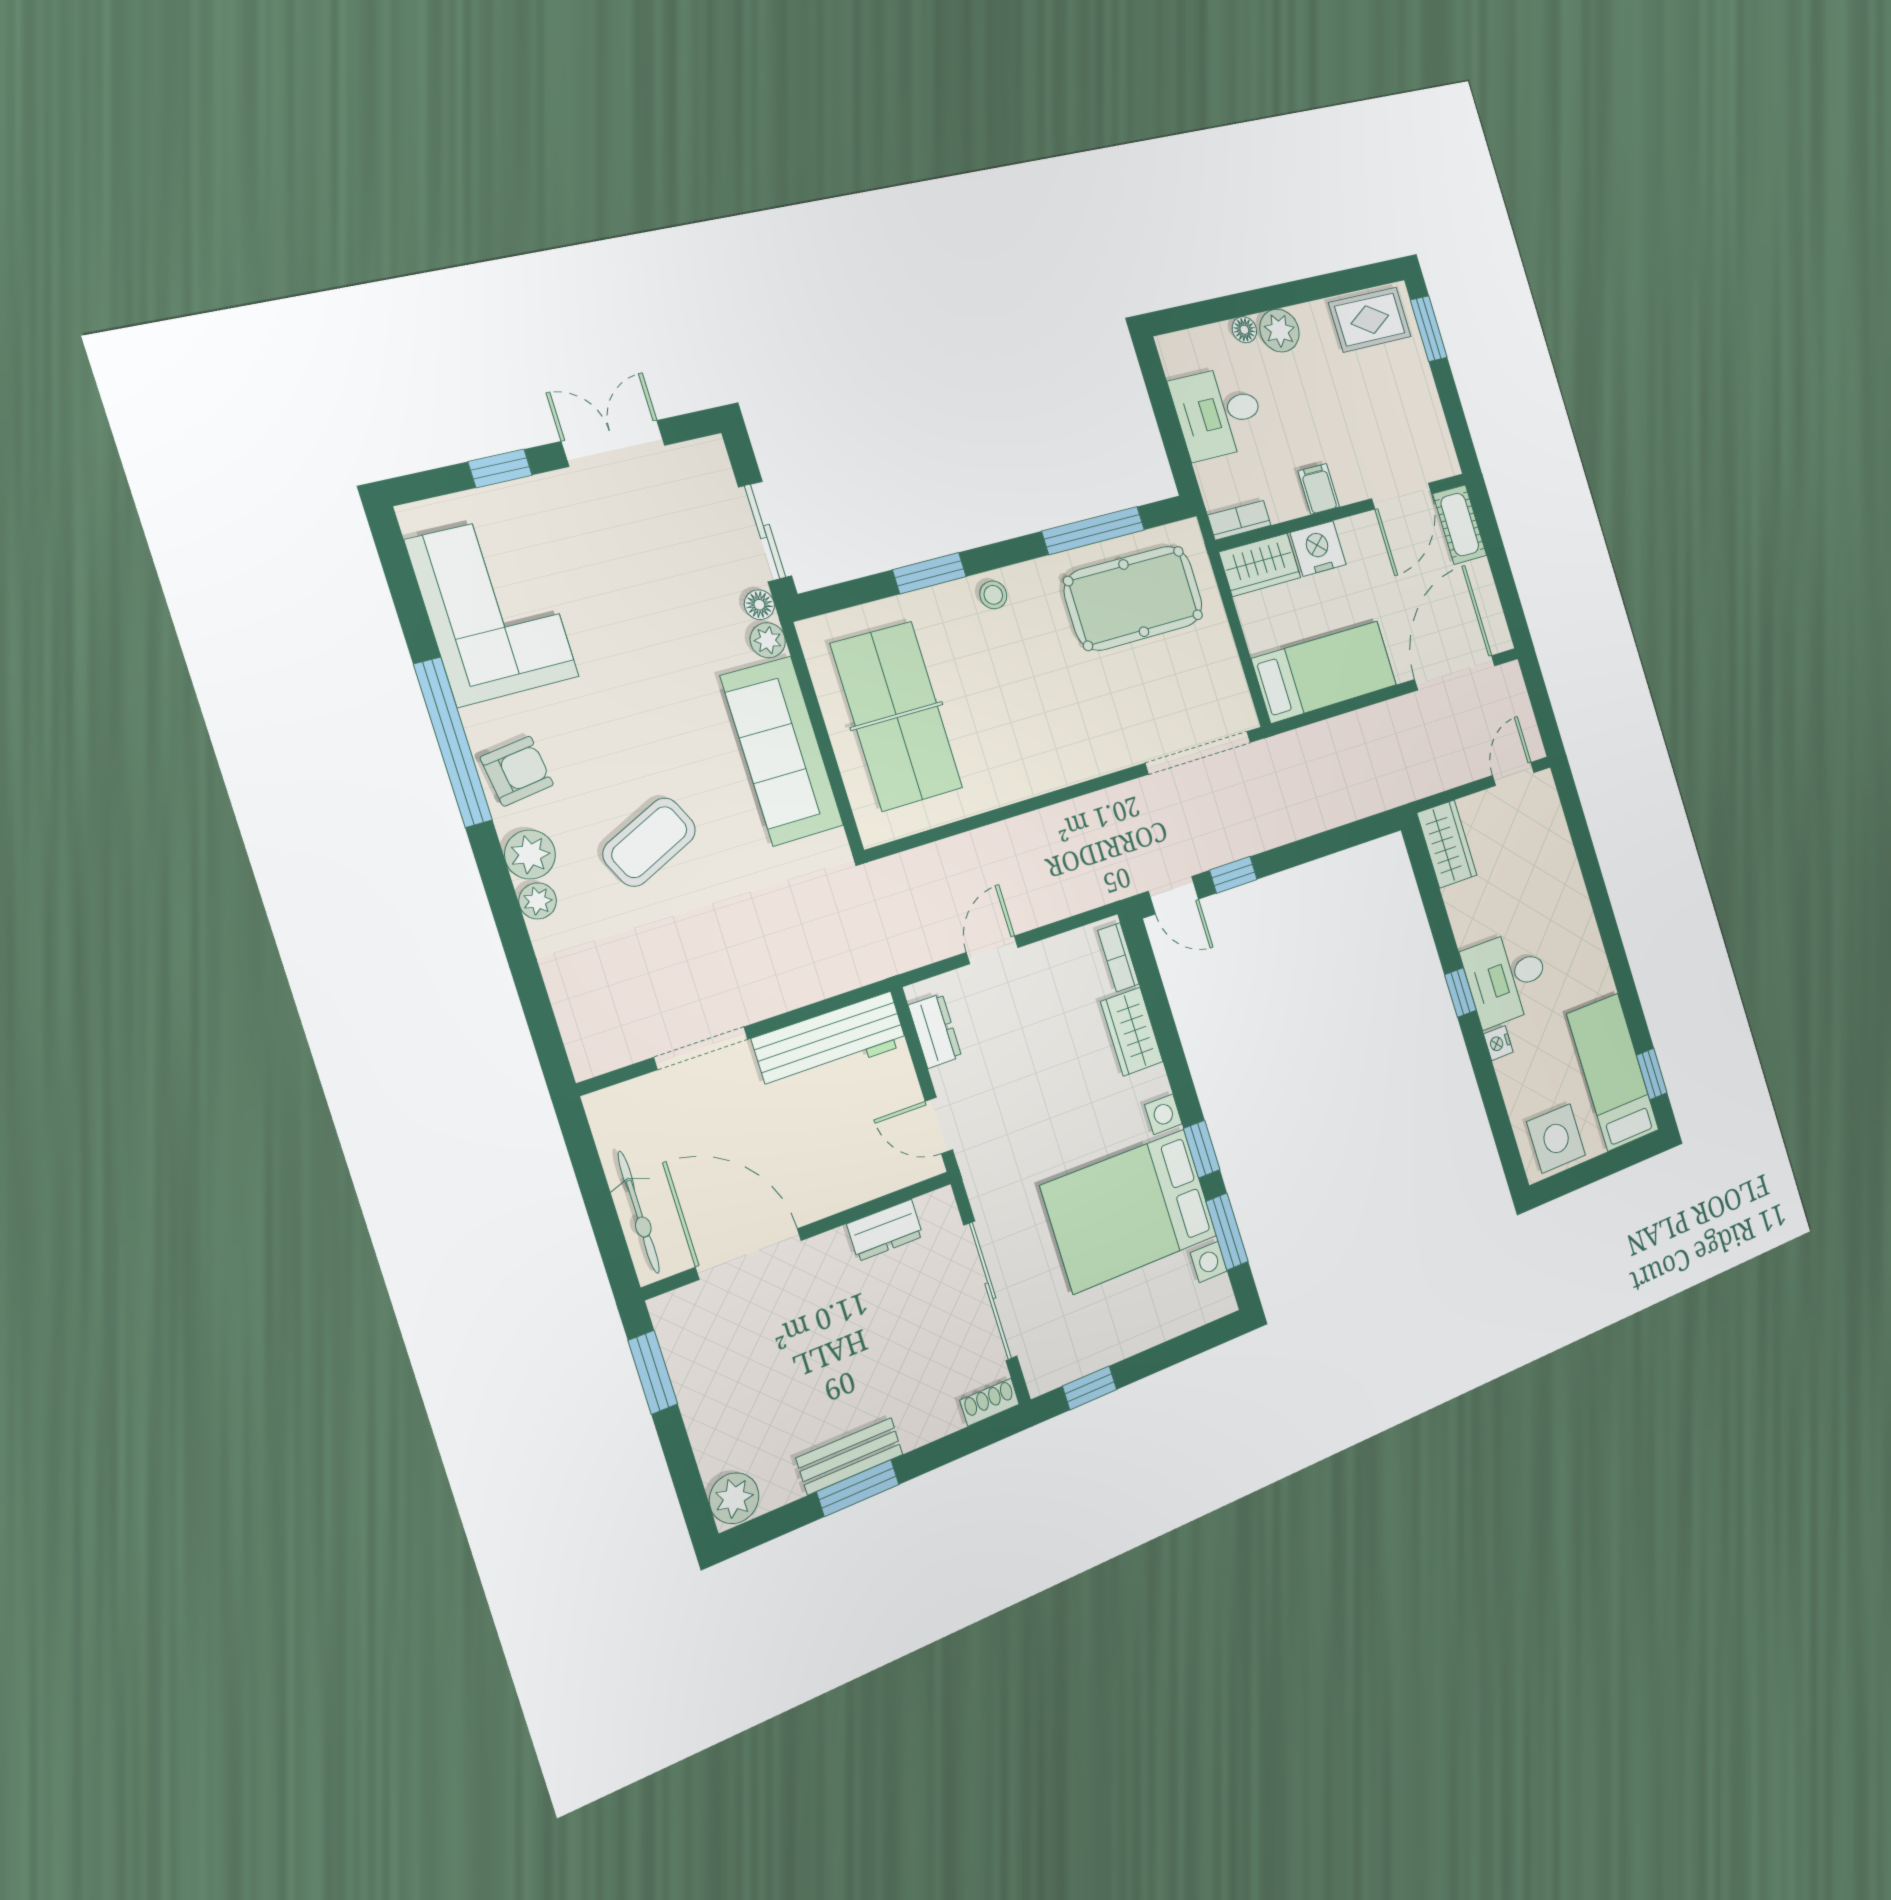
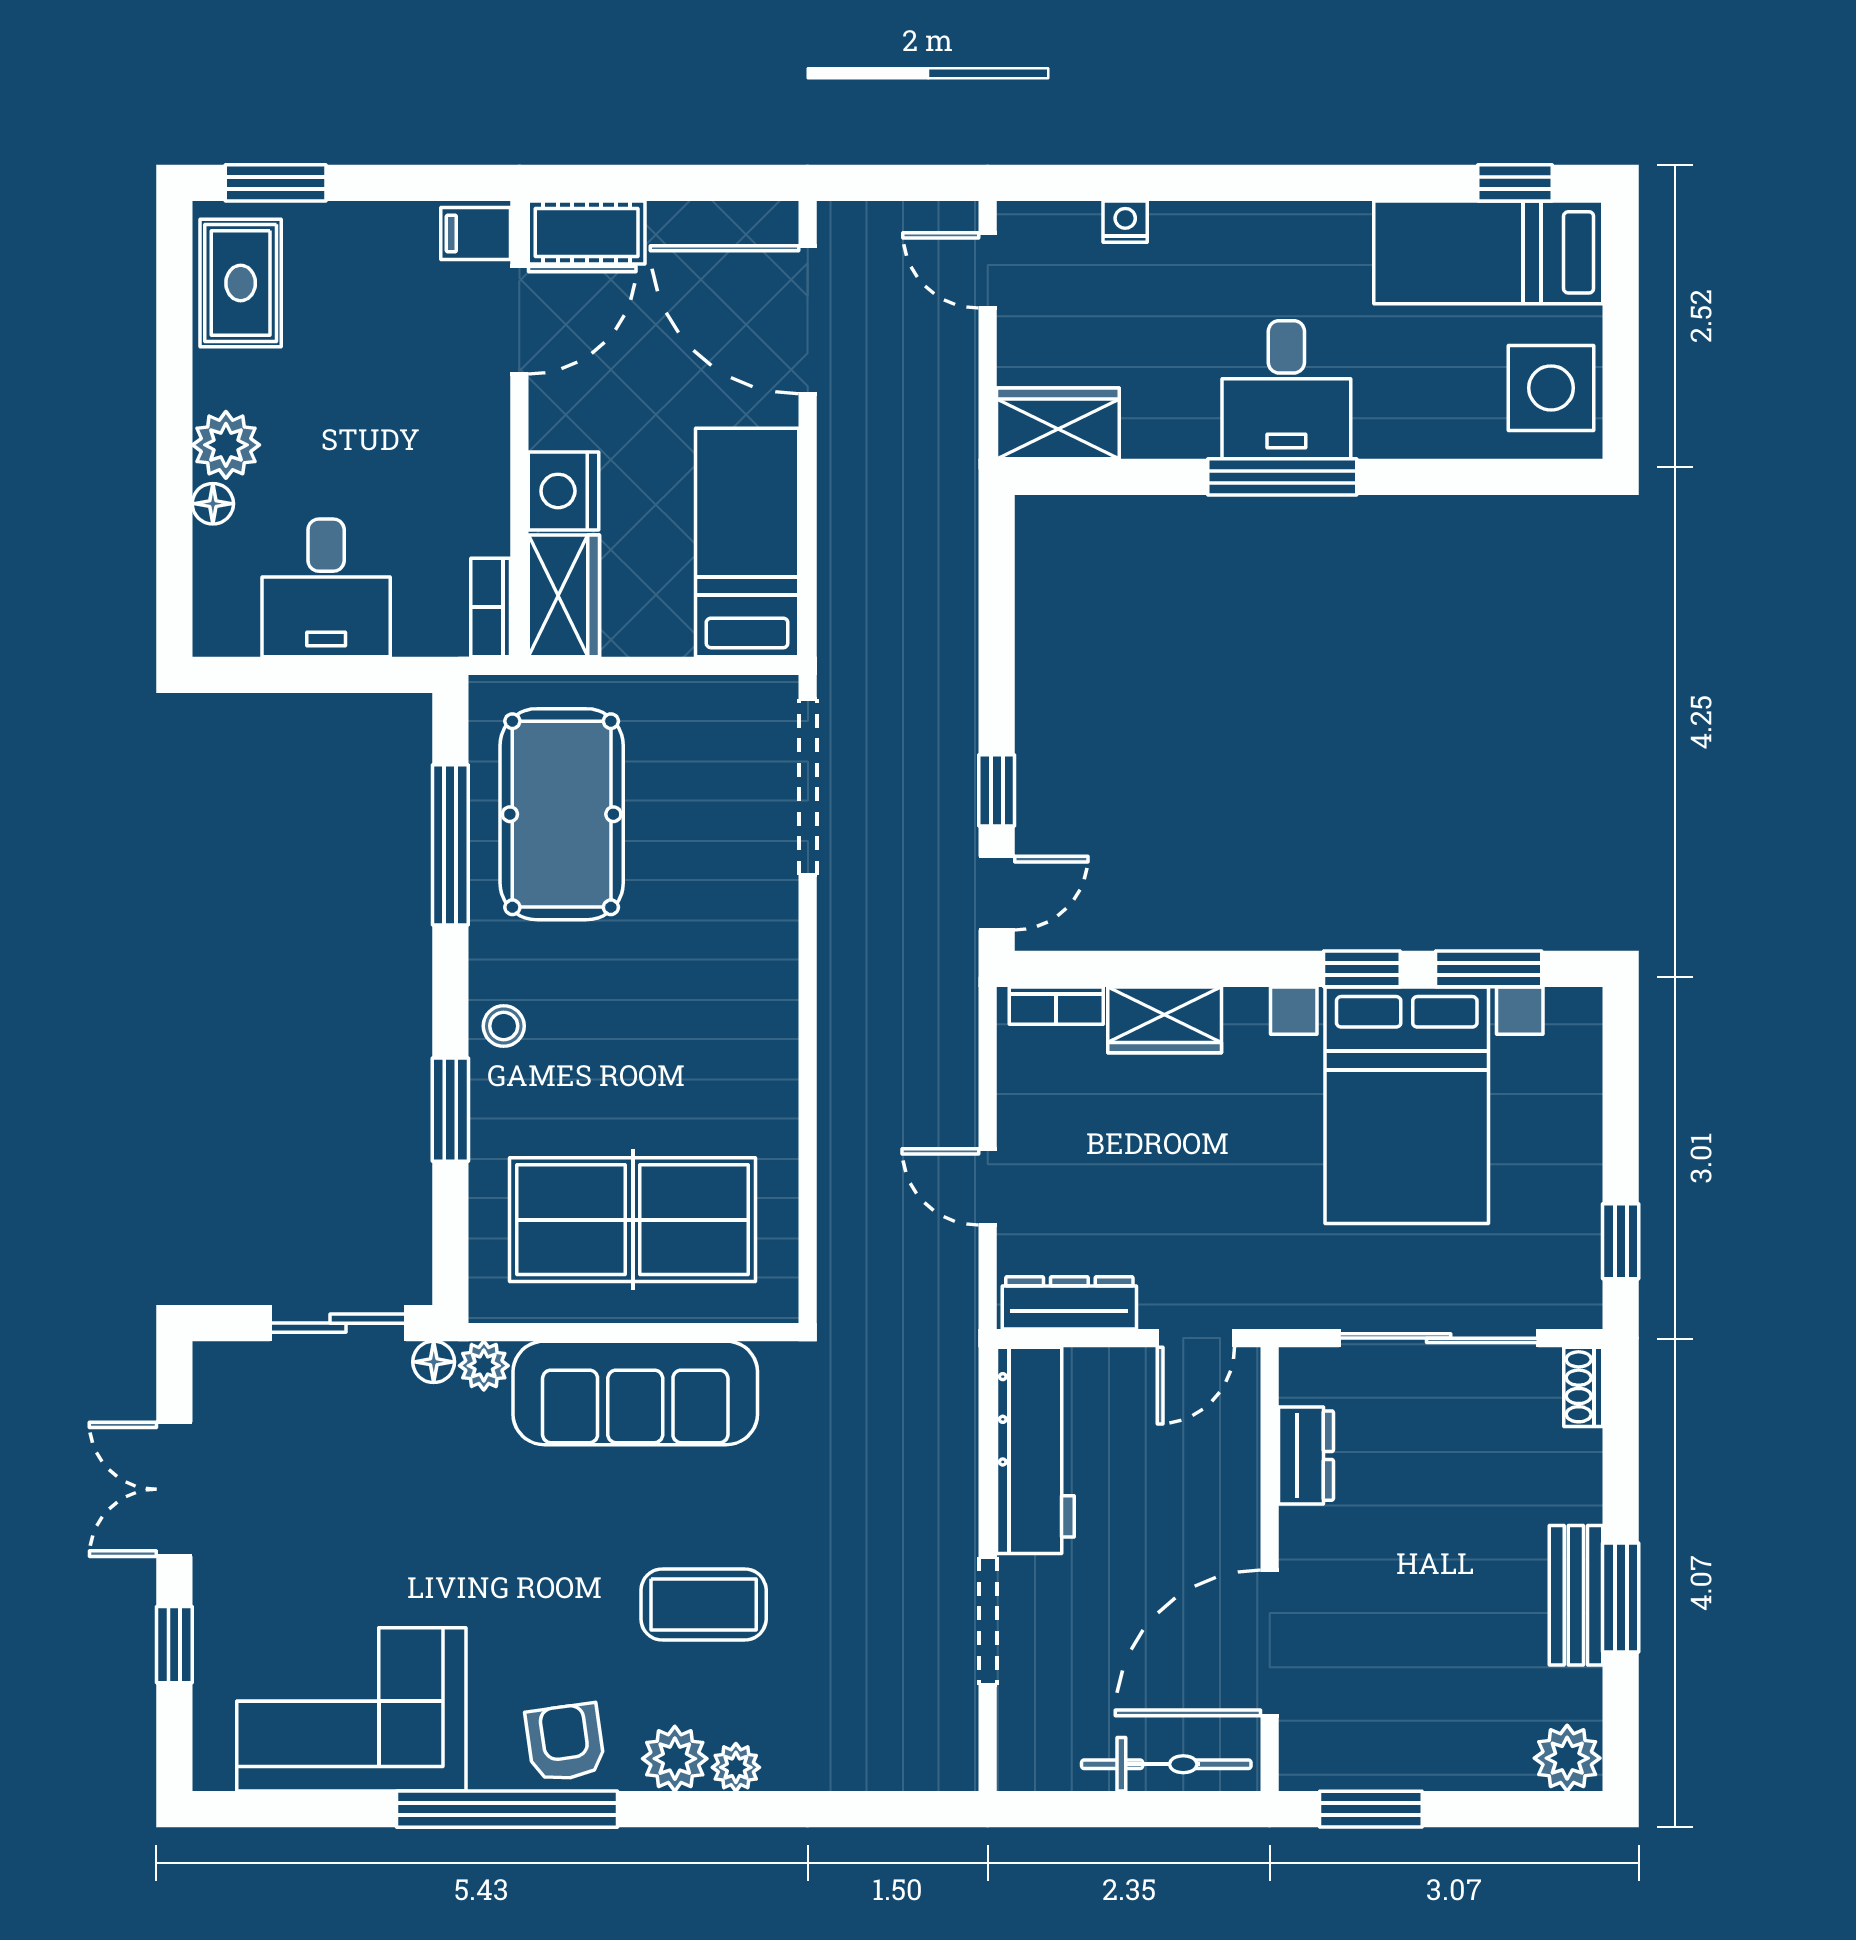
filing cabinet: (1319, 489) -> (476, 234), moved
door: (1402, 496) -> (519, 320), hinge flipped
coffee table: (649, 842) -> (704, 1605), turned -65
window: (1460, 993) -> (1282, 477), width x2.17
dresser: (935, 1031) -> (1069, 1303), width x1.44
nightstand: (1498, 1043) -> (1125, 222), moved, turned 180

